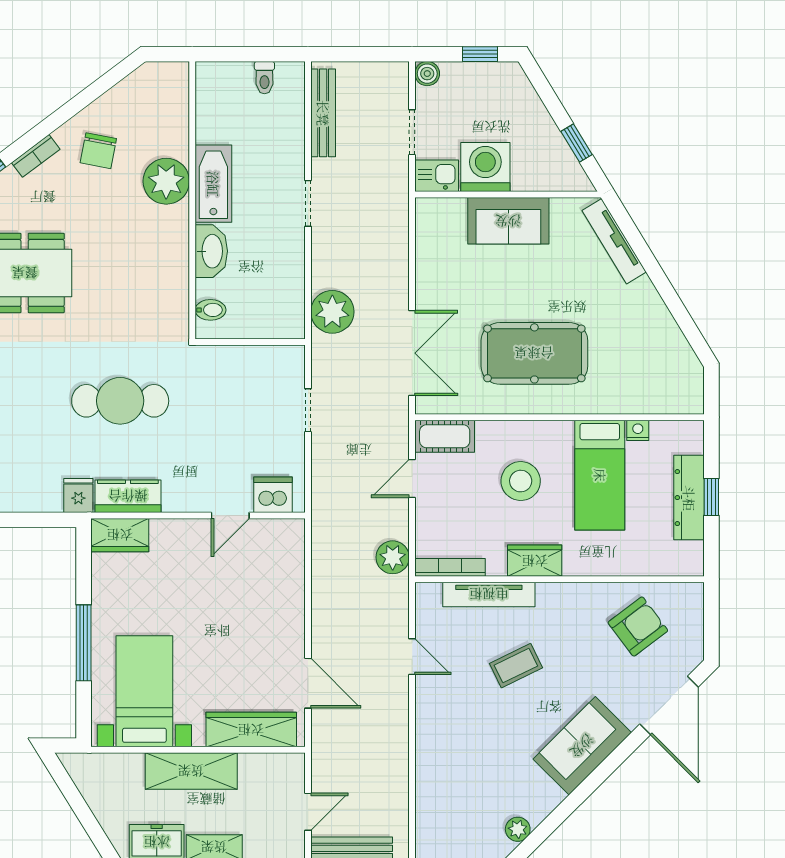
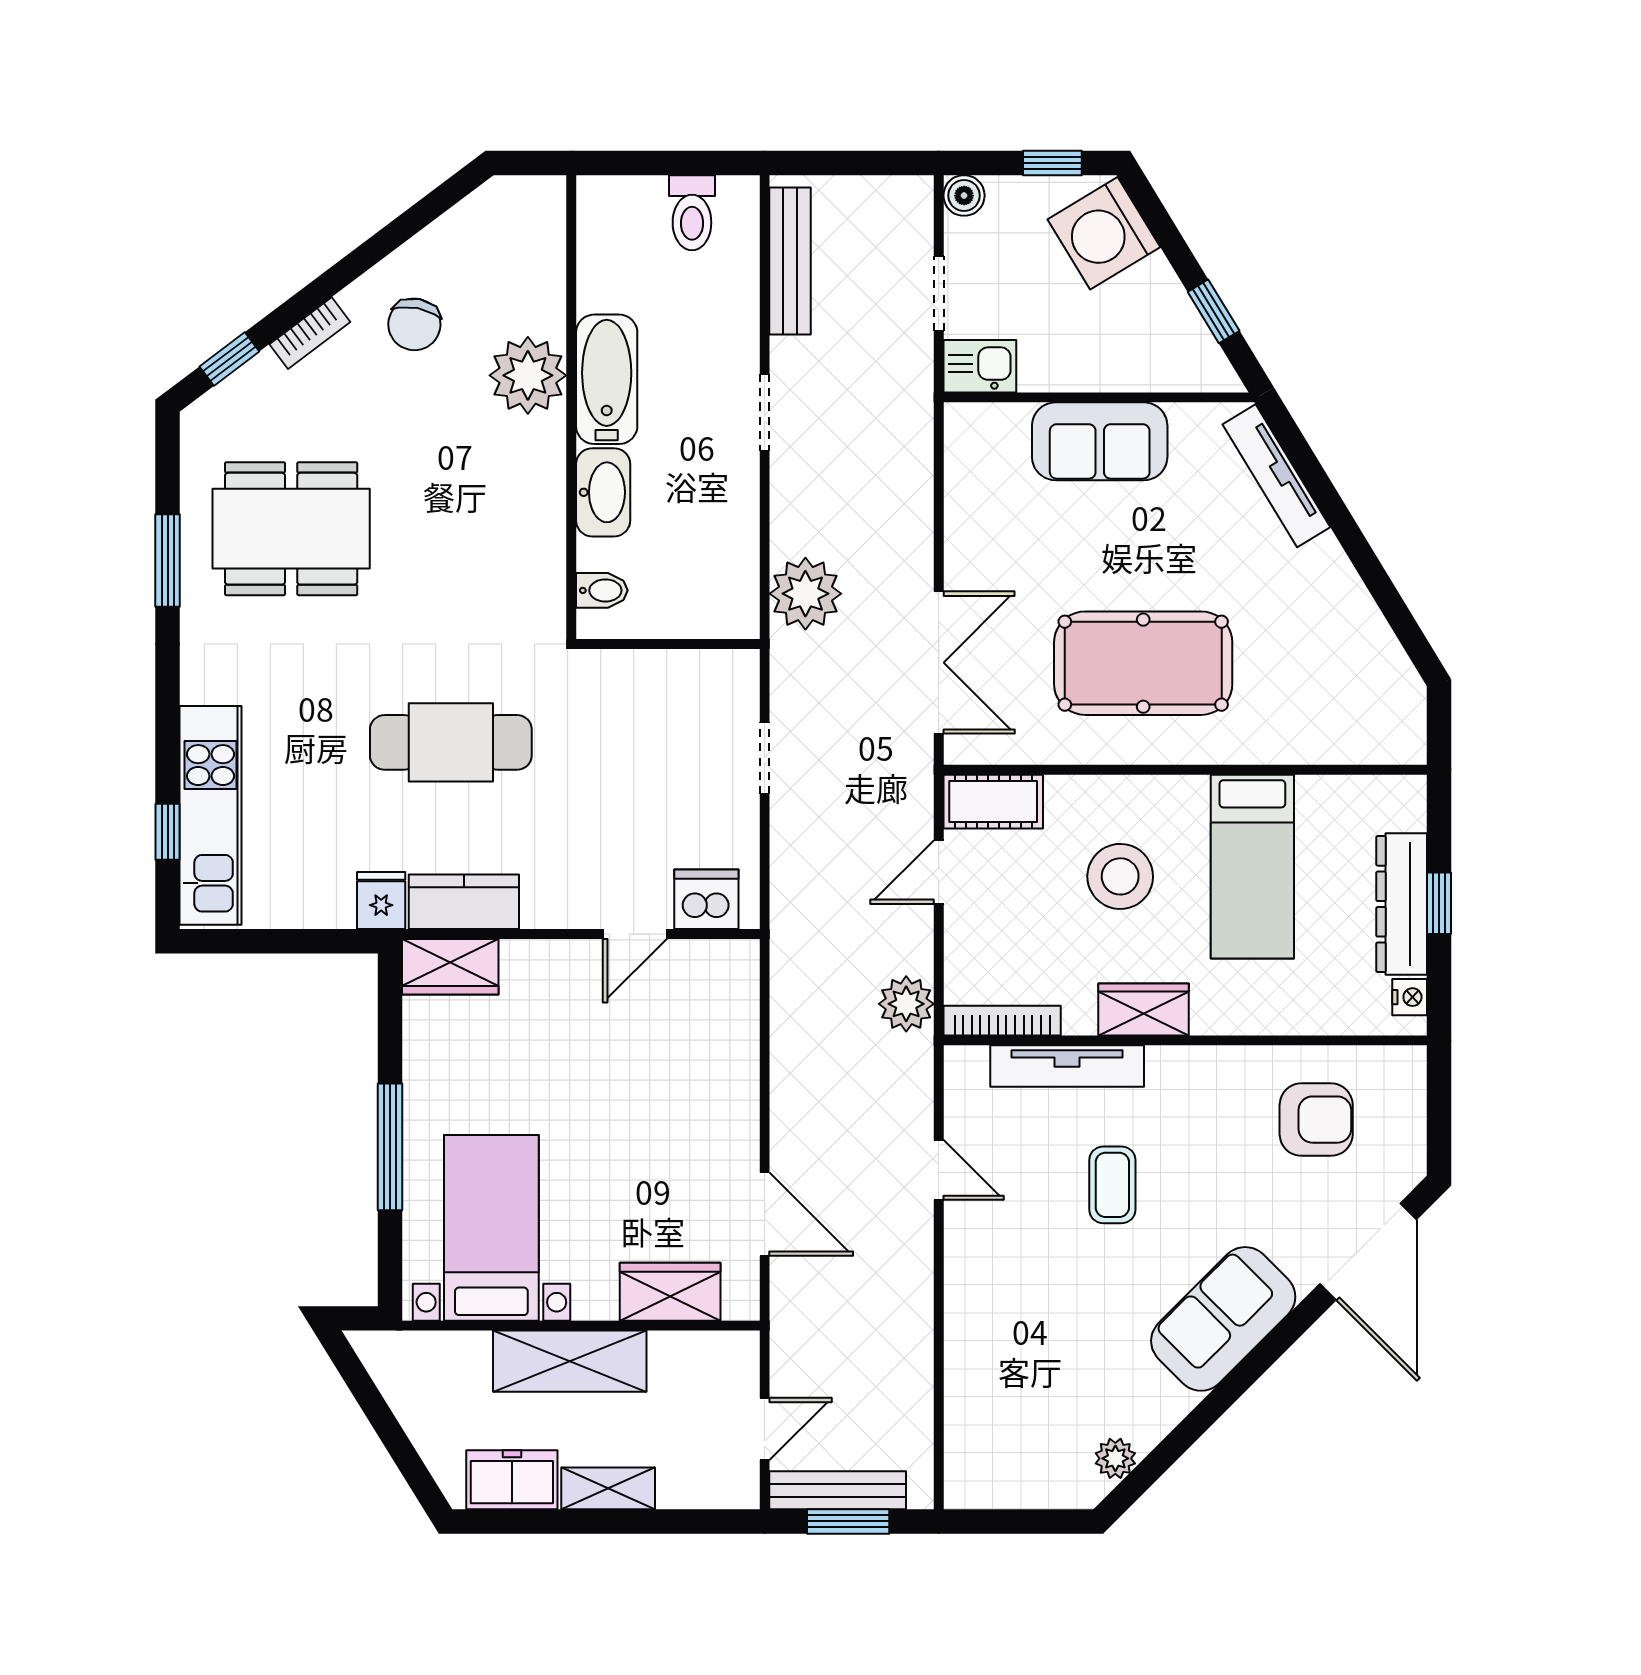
toilet: (264, 78) -> (692, 213), width x1.37, depth x1.39
washing machine: (485, 167) -> (1104, 233), moved, turned -121
nightstand: (638, 430) -> (1410, 997), moved, turned 90
armchair: (638, 627) -> (1316, 1120), turned 37
coffee table: (516, 666) -> (1112, 1185), turned -64
wardrobe: (251, 730) -> (670, 1292), width x0.67

